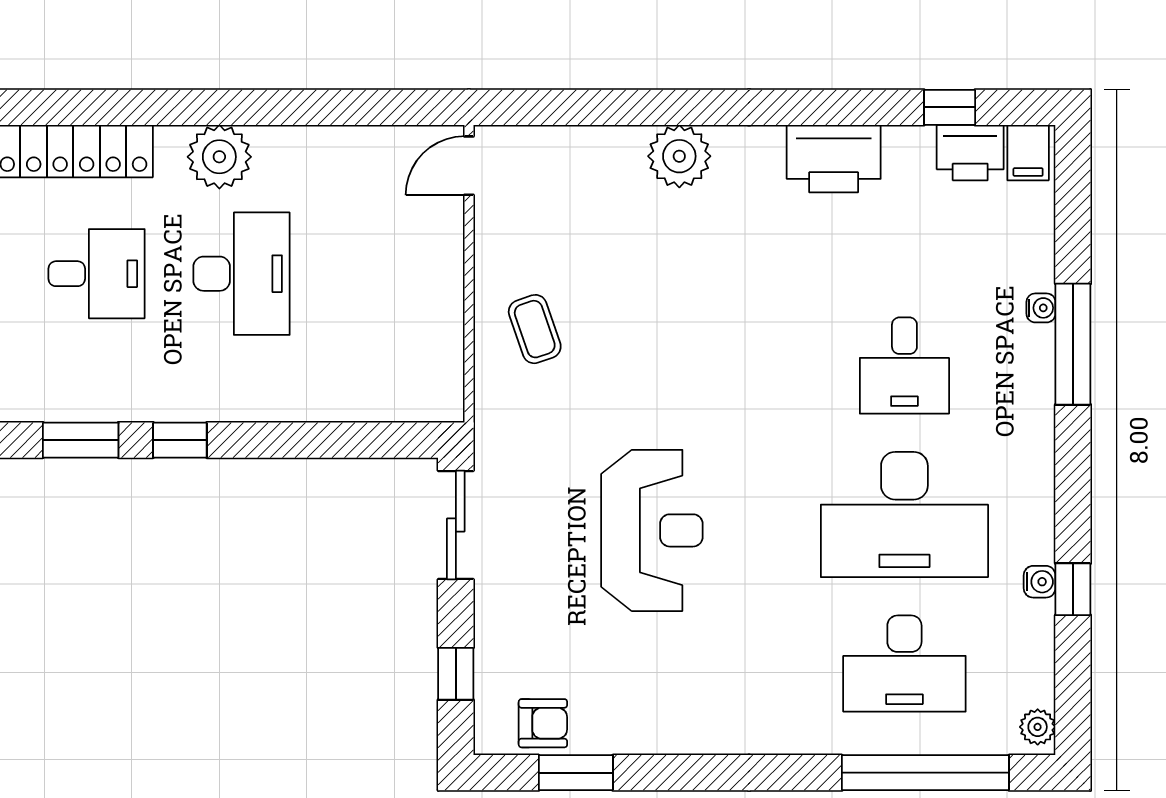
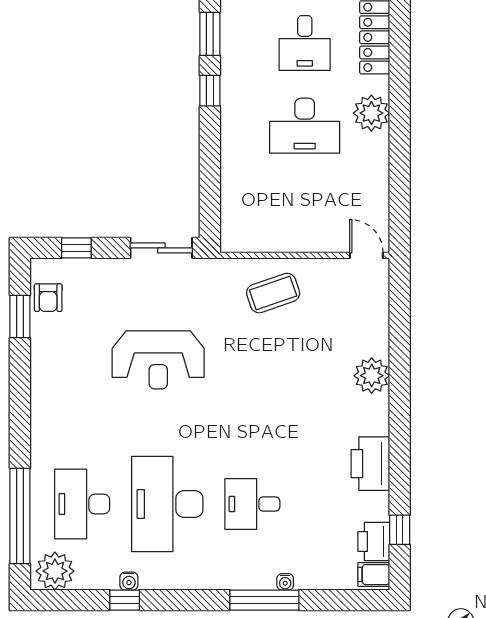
coffee table: (535, 329) -> (273, 293), width x1.36, depth x1.30
plant: (1038, 727) -> (55, 571), width x1.88, depth x1.88

